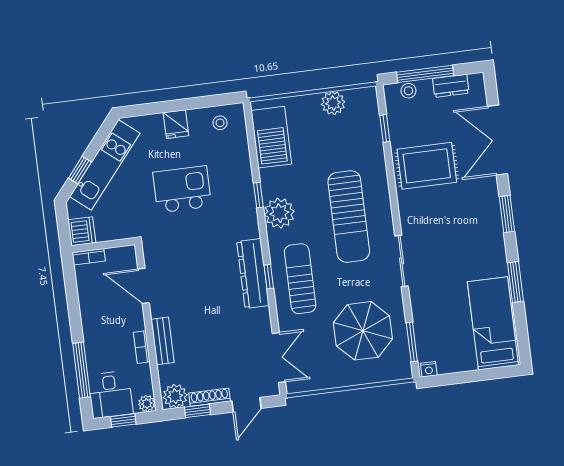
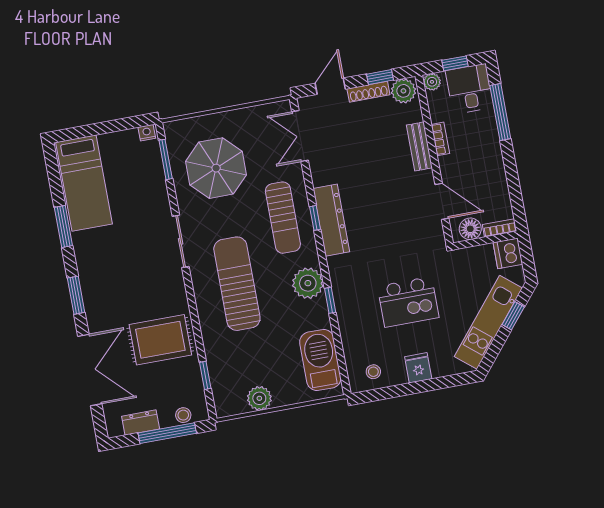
floor lamp: (117, 257) -> (470, 229), added

